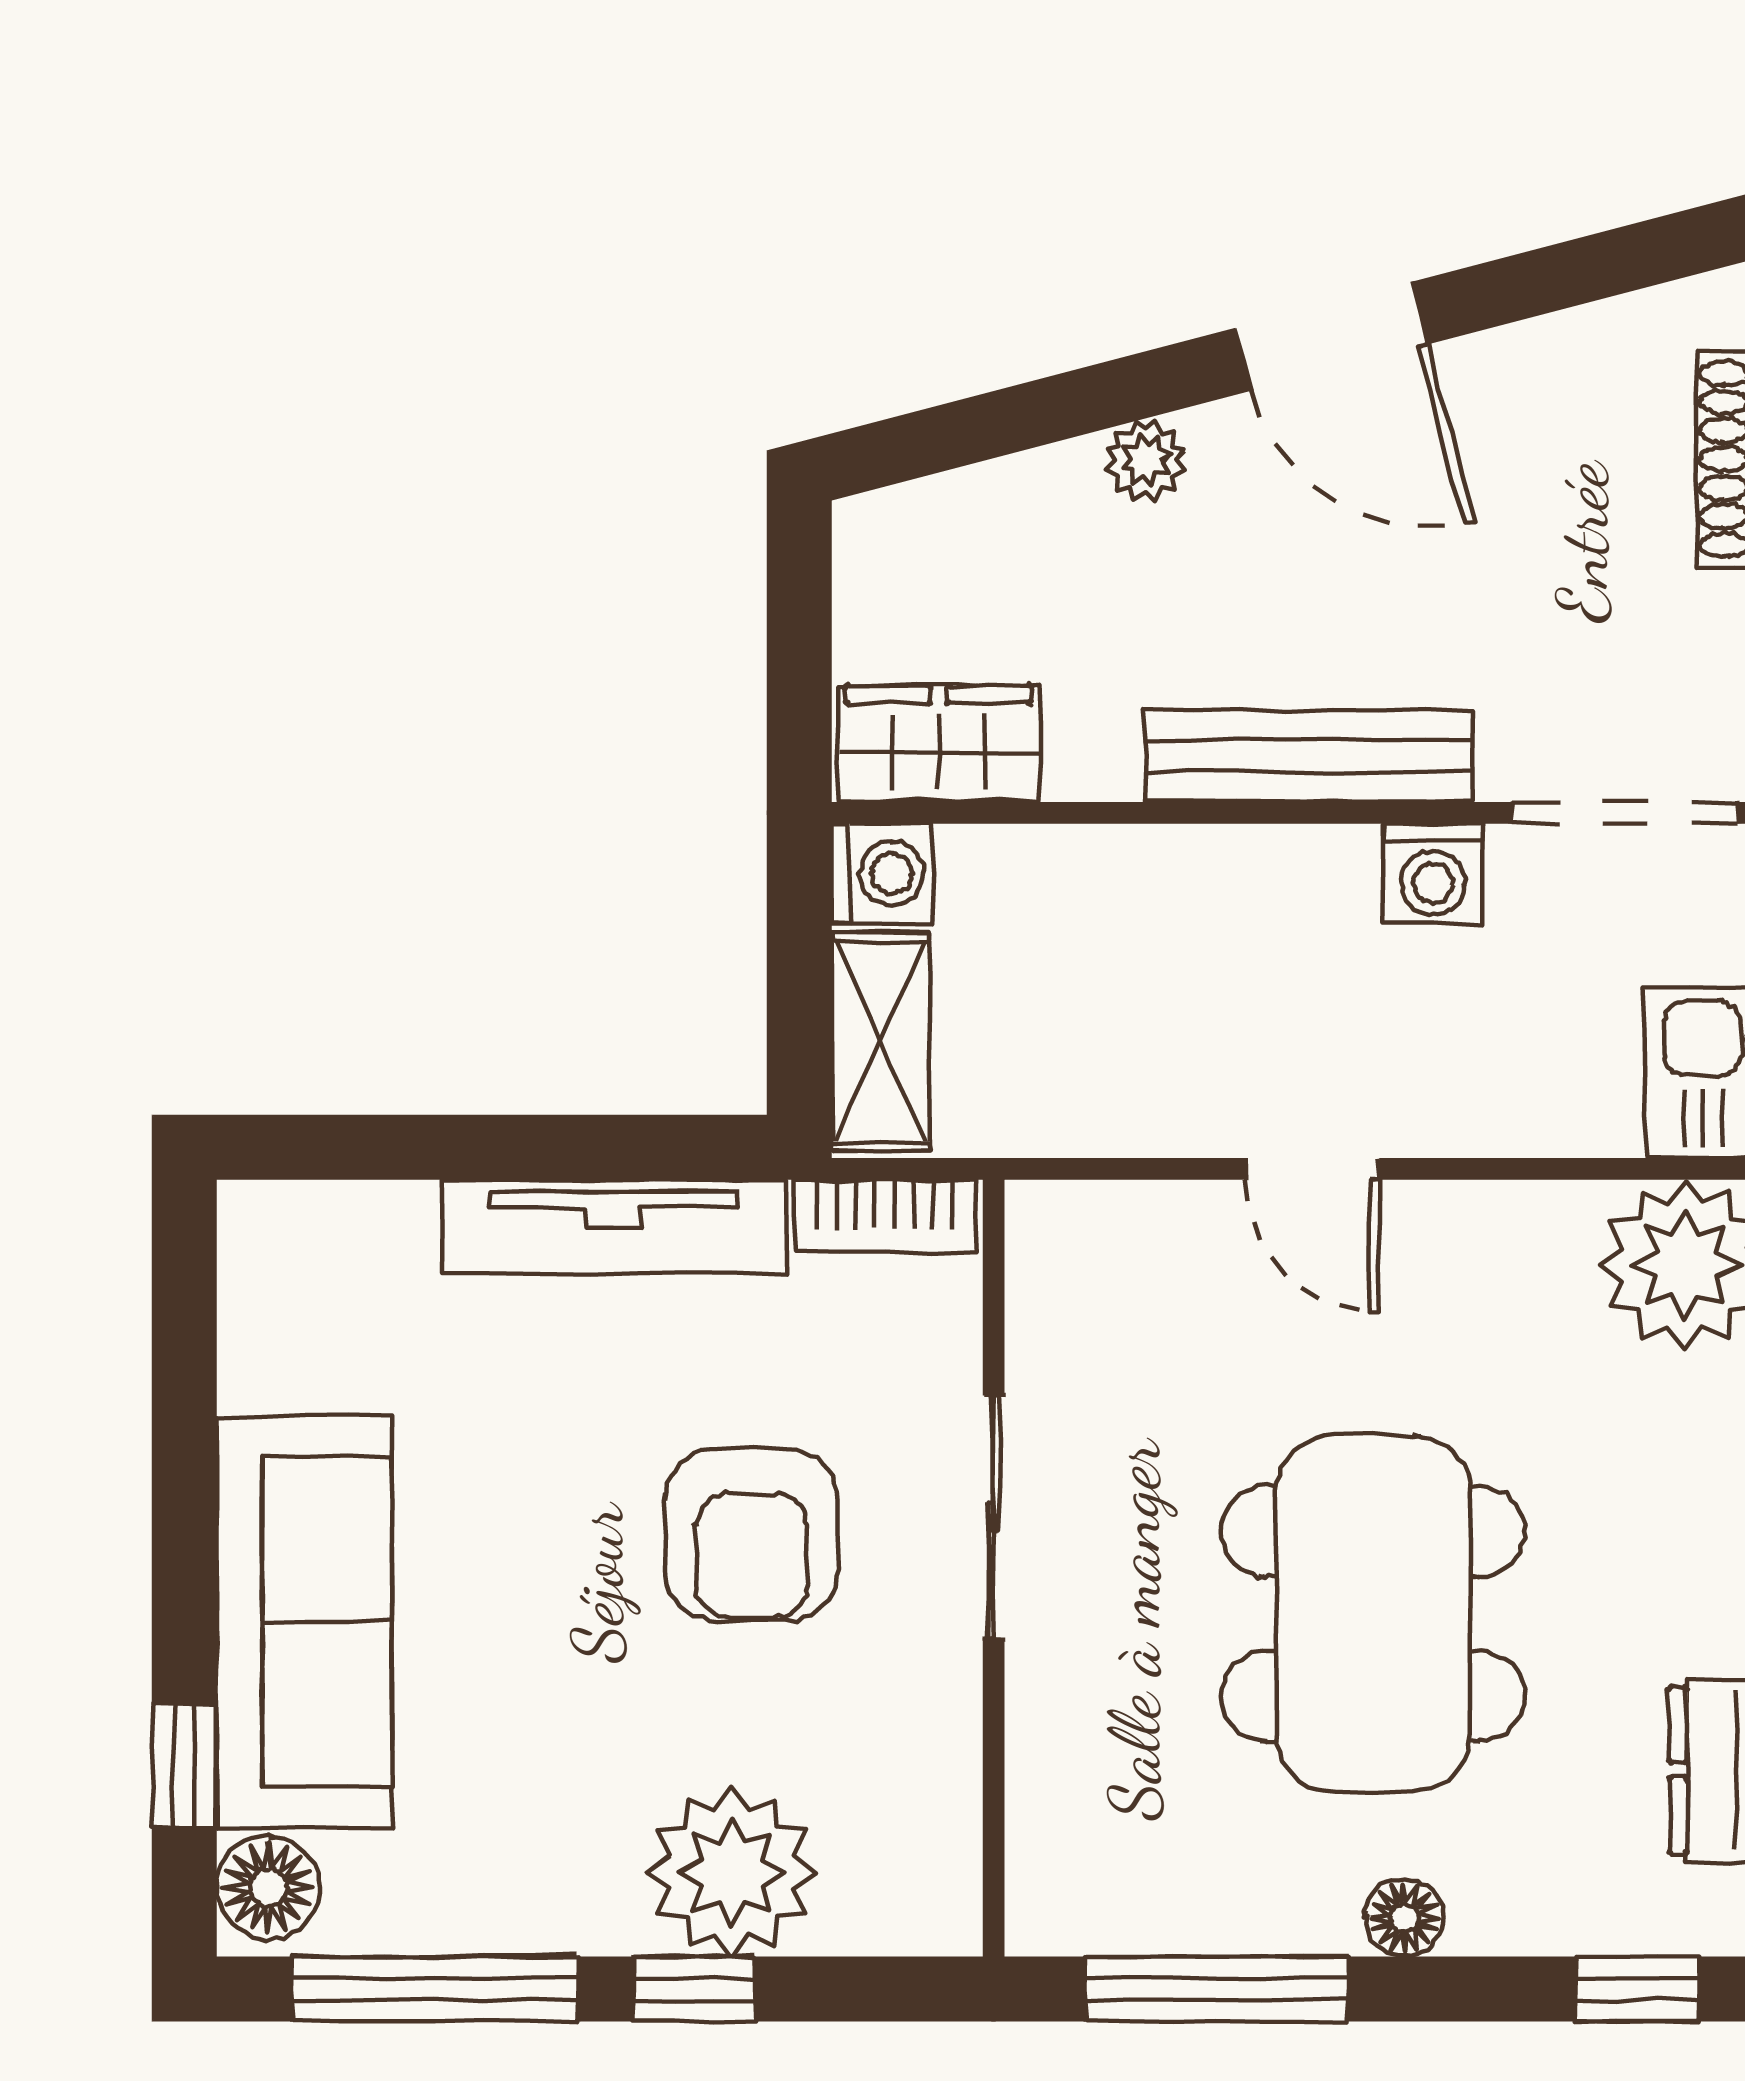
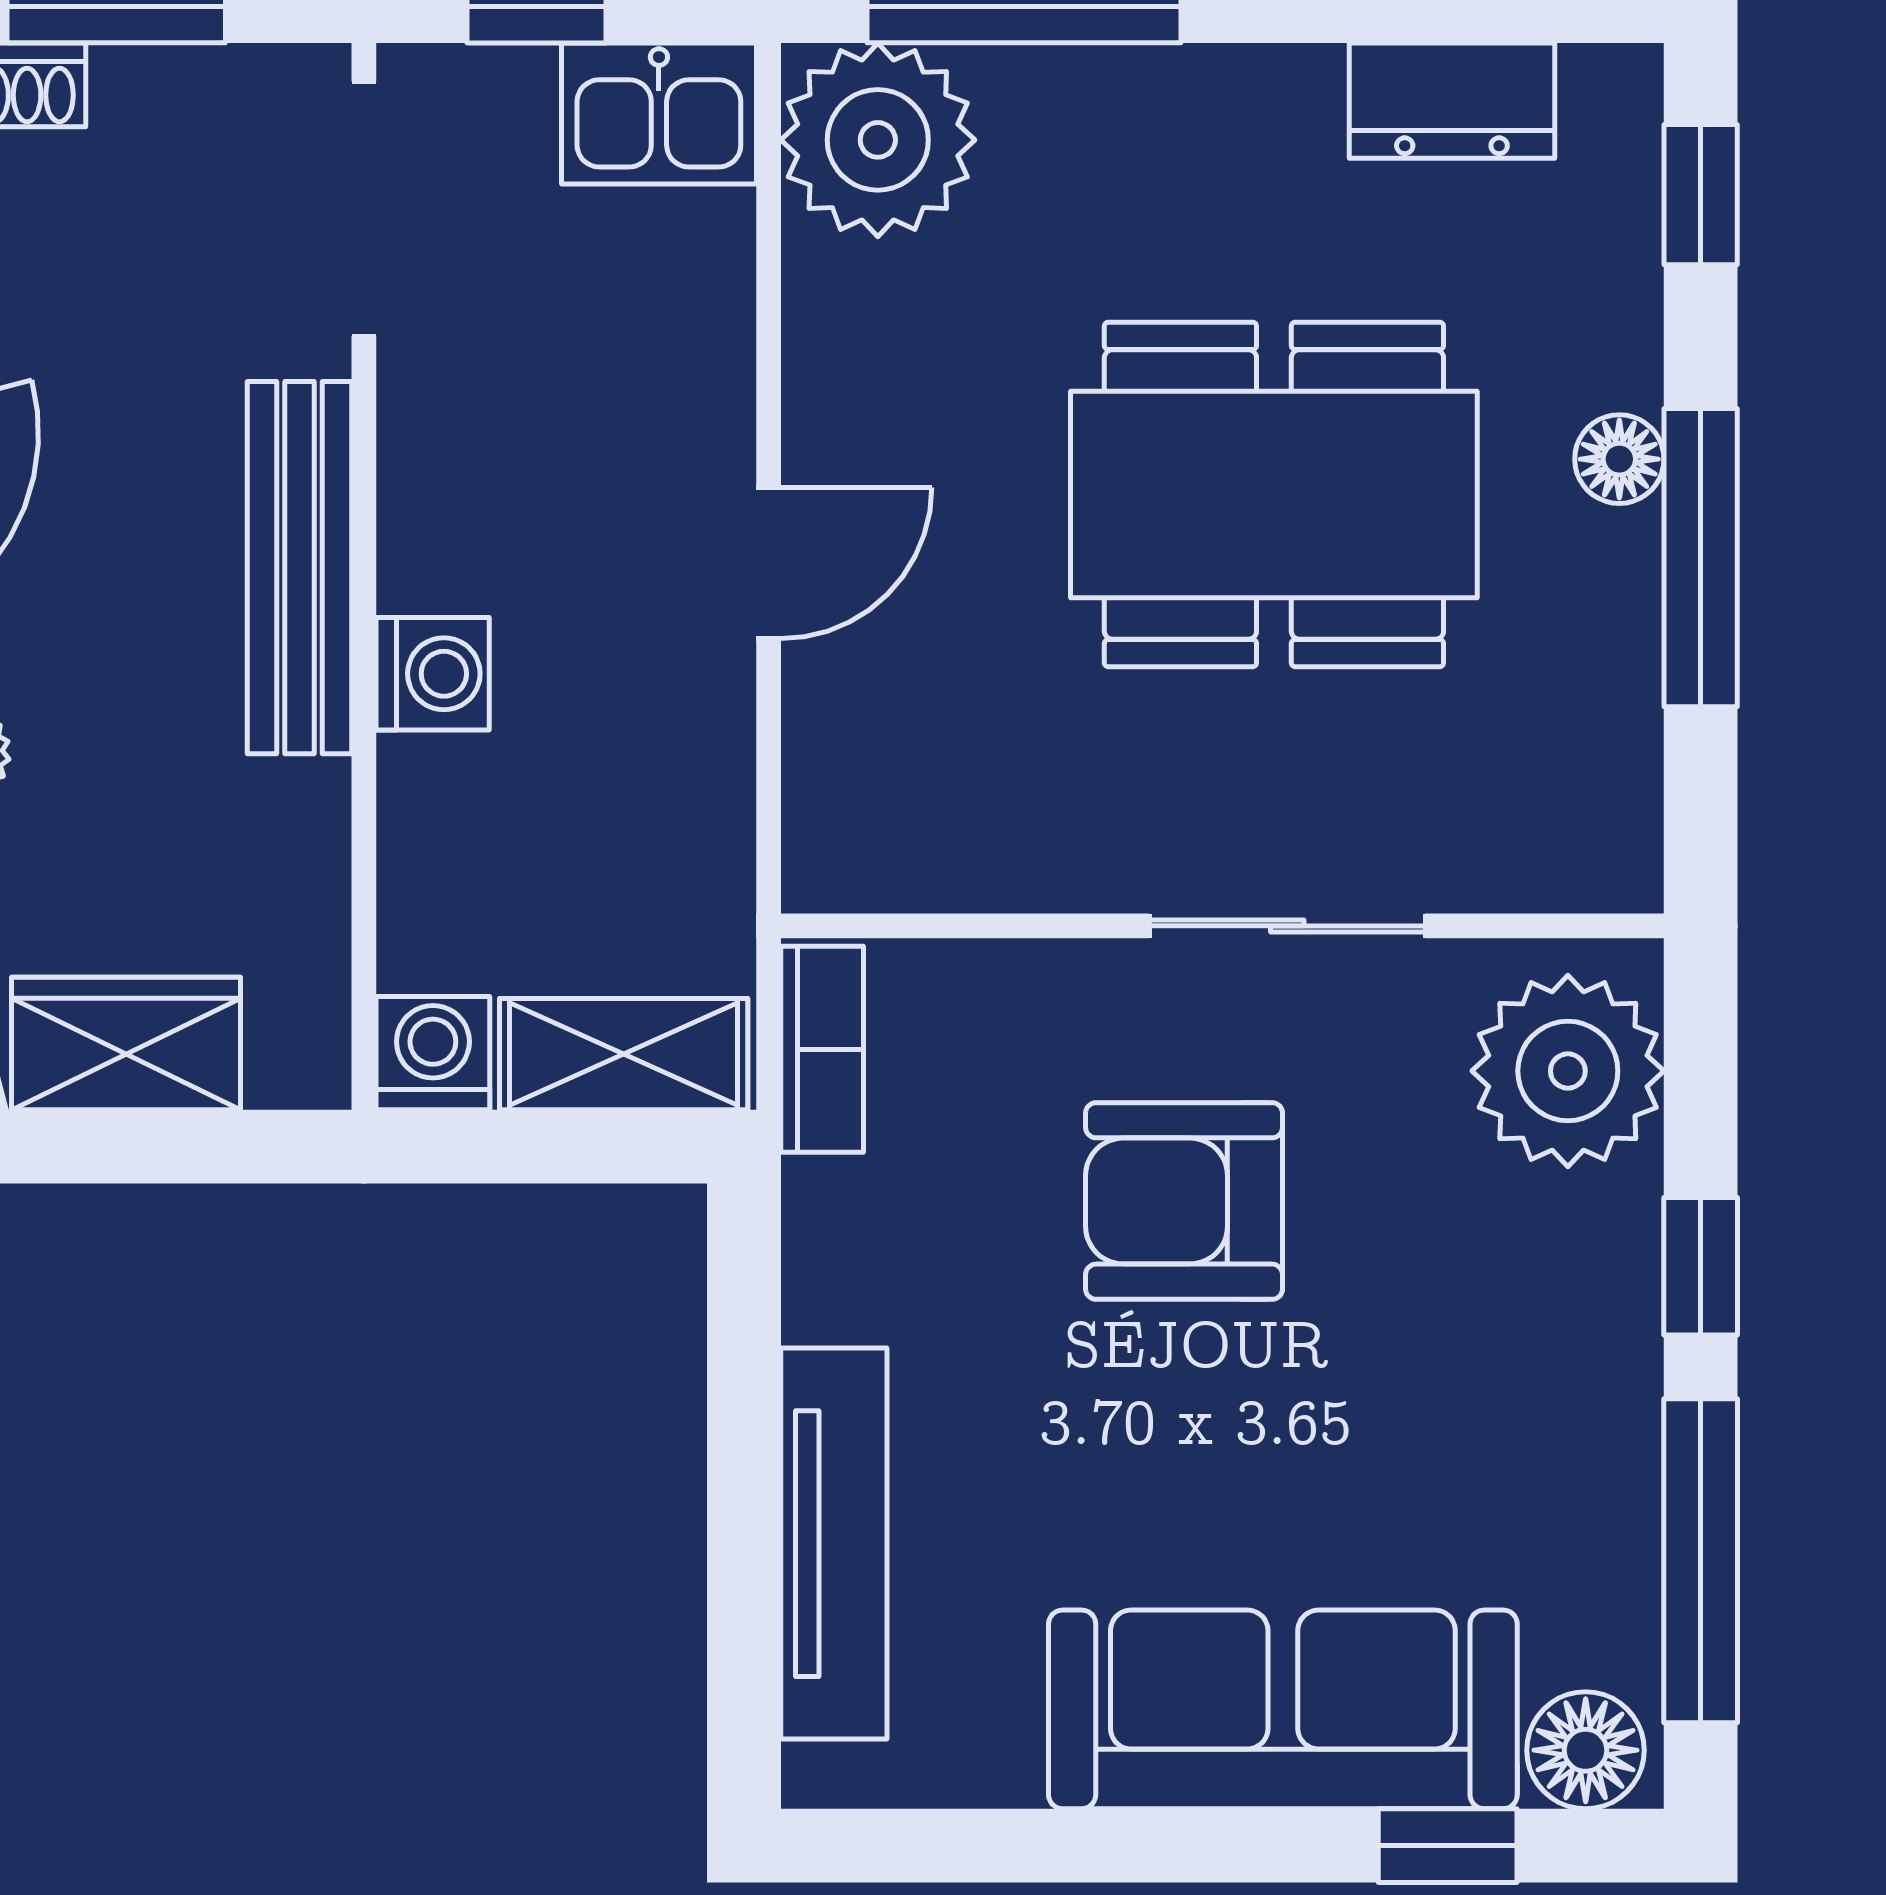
wardrobe: (938, 744) -> (126, 1044), moved, turned 90
washing machine: (1433, 873) -> (433, 674), moved
tv unit: (614, 1226) -> (834, 1544), moved
sliding door: (994, 1517) -> (1287, 926), moved
armchair: (752, 1535) -> (1184, 1201), turned 180
plant: (732, 1872) -> (1568, 1071), moved
window: (1217, 1989) -> (1701, 558), moved

